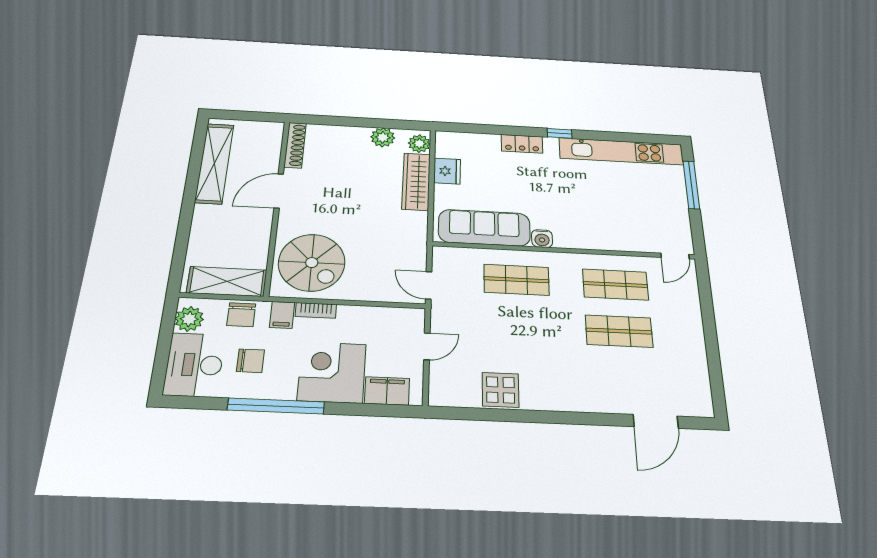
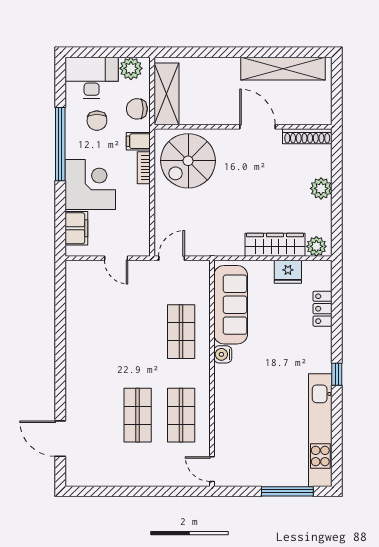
plant: (383, 137) -> (321, 188), moved
locker: (522, 144) -> (323, 309), moved
display table: (501, 390) -> (81, 317), removed

